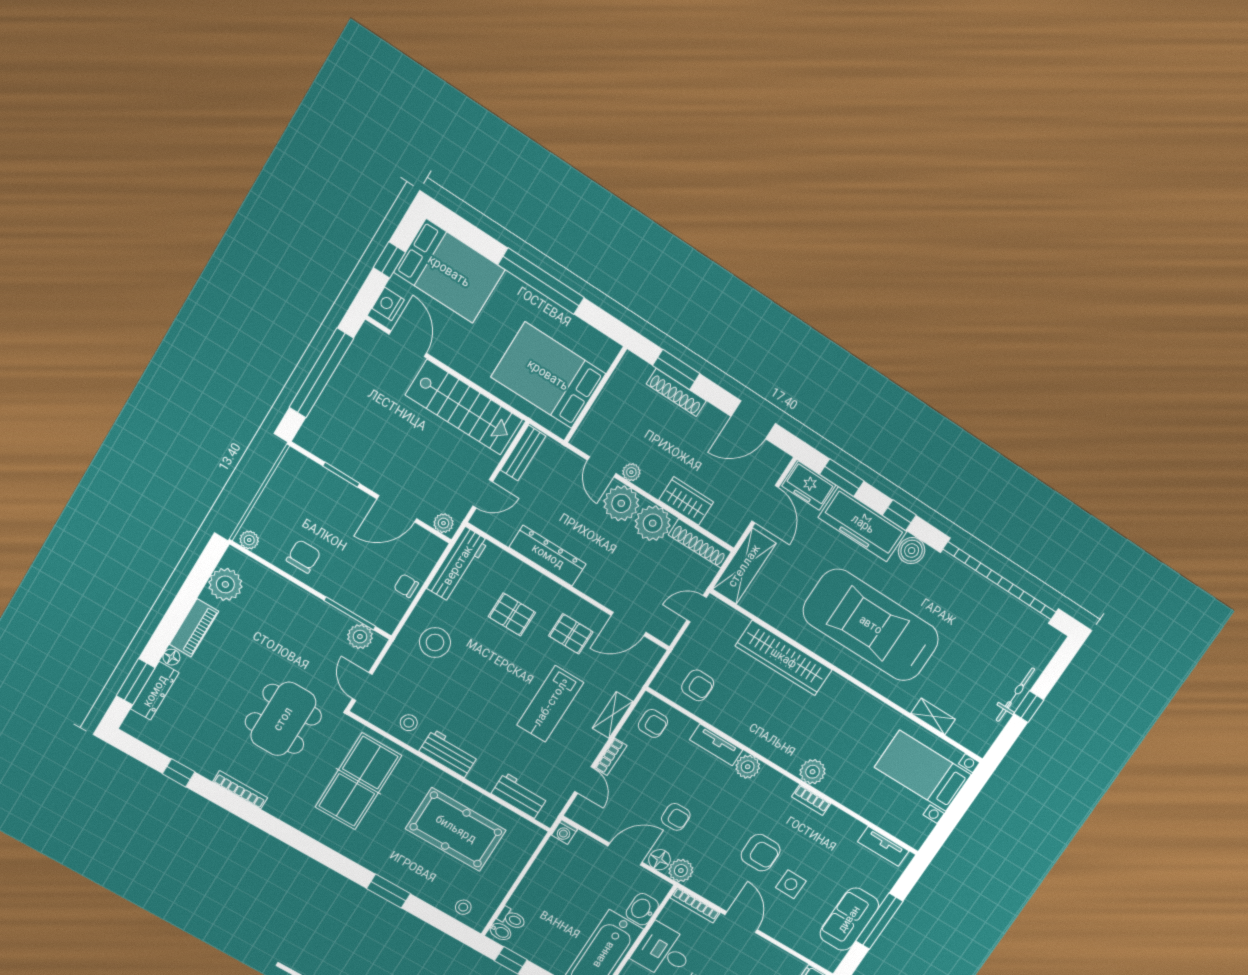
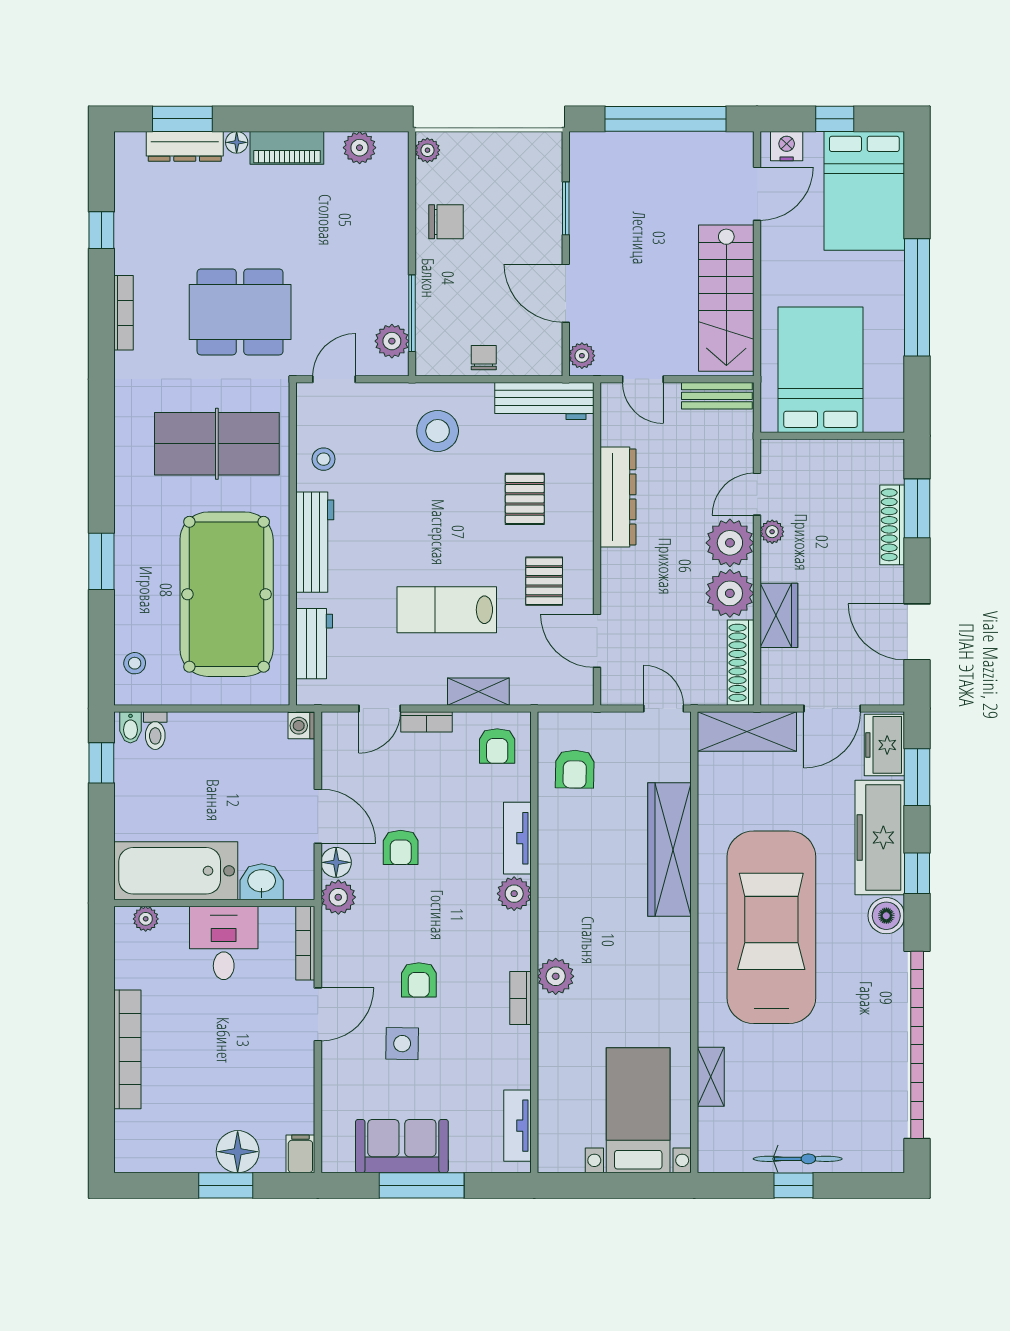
plant: (225, 584) -> (360, 148), width x0.73, depth x0.73
workbench: (449, 753) -> (315, 542), width x1.38
pool table: (456, 829) -> (227, 594), width x1.36, depth x1.32
armchair: (761, 853) -> (419, 980), width x0.72, depth x0.72

